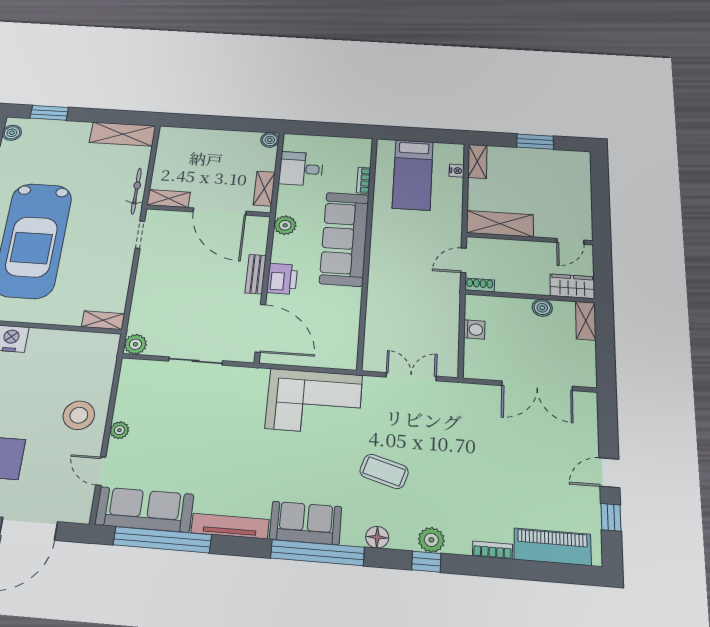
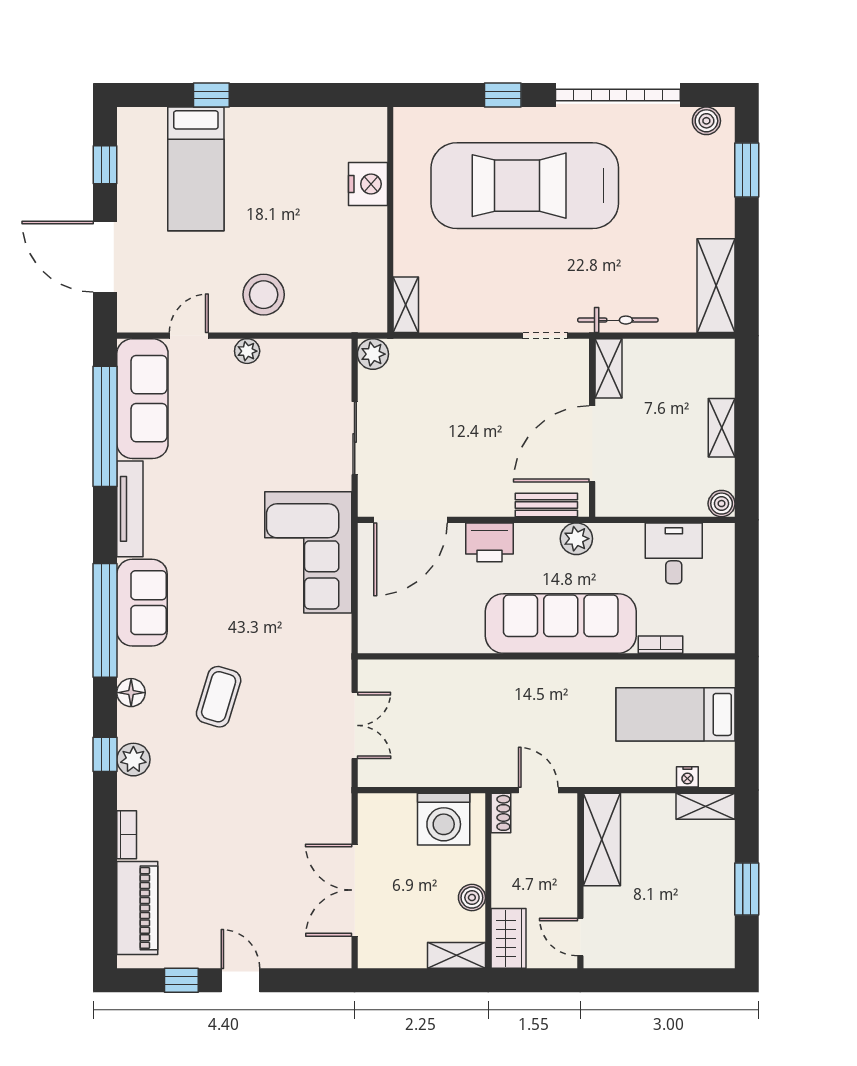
shelving: (264, 189) -> (722, 428), moved, turned 90
bench: (256, 274) -> (546, 505), moved
washing machine: (474, 329) -> (444, 819), width x1.89, depth x1.89
corner sofa: (314, 402) -> (308, 552), moved

